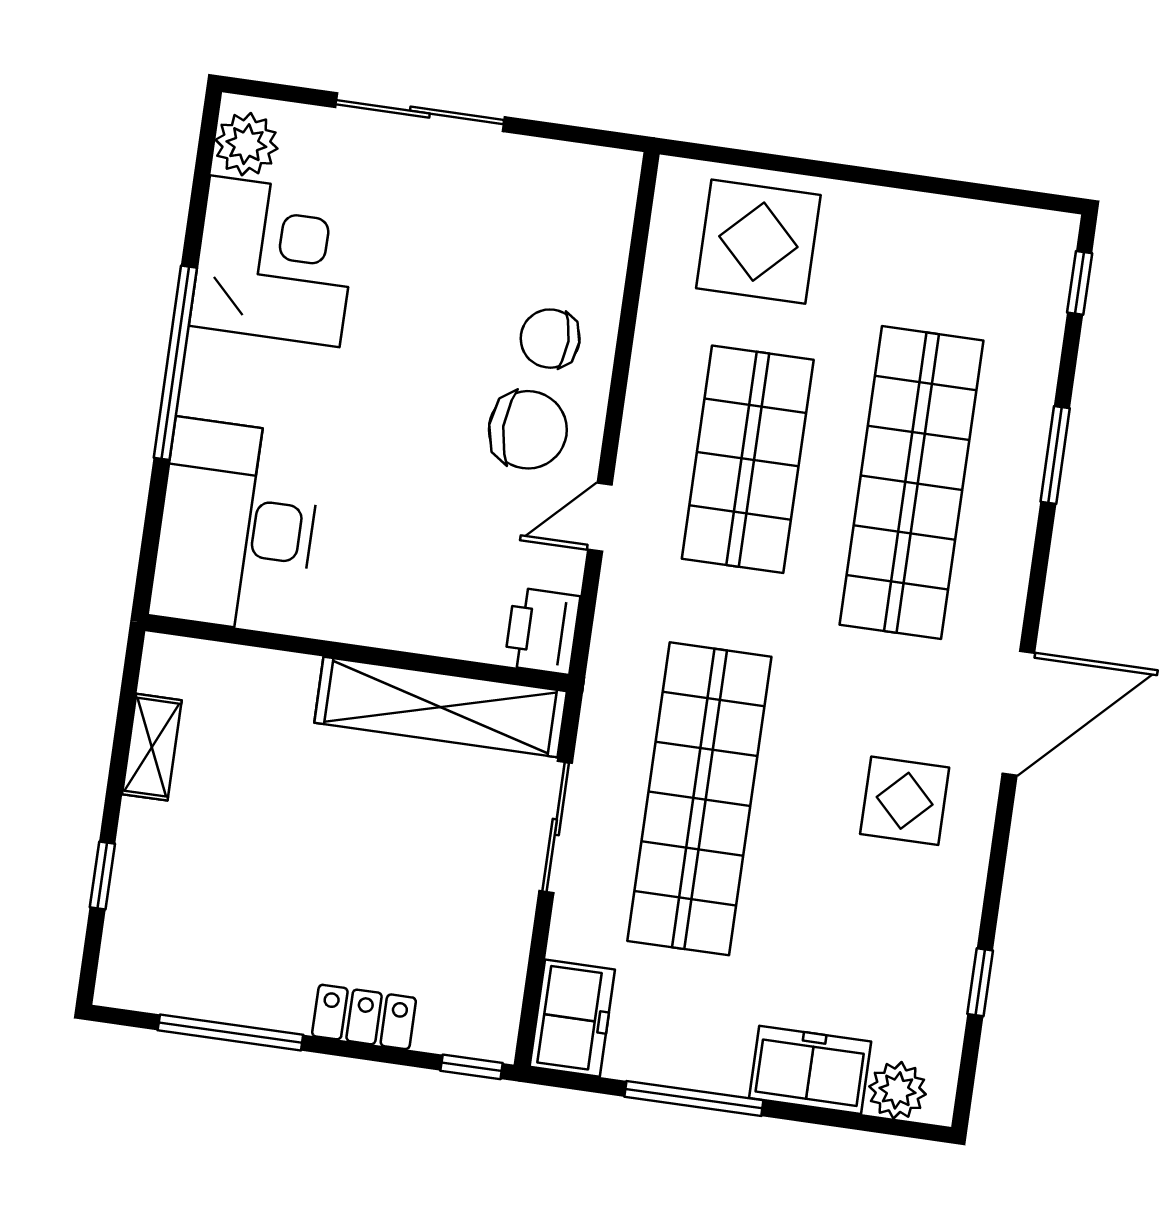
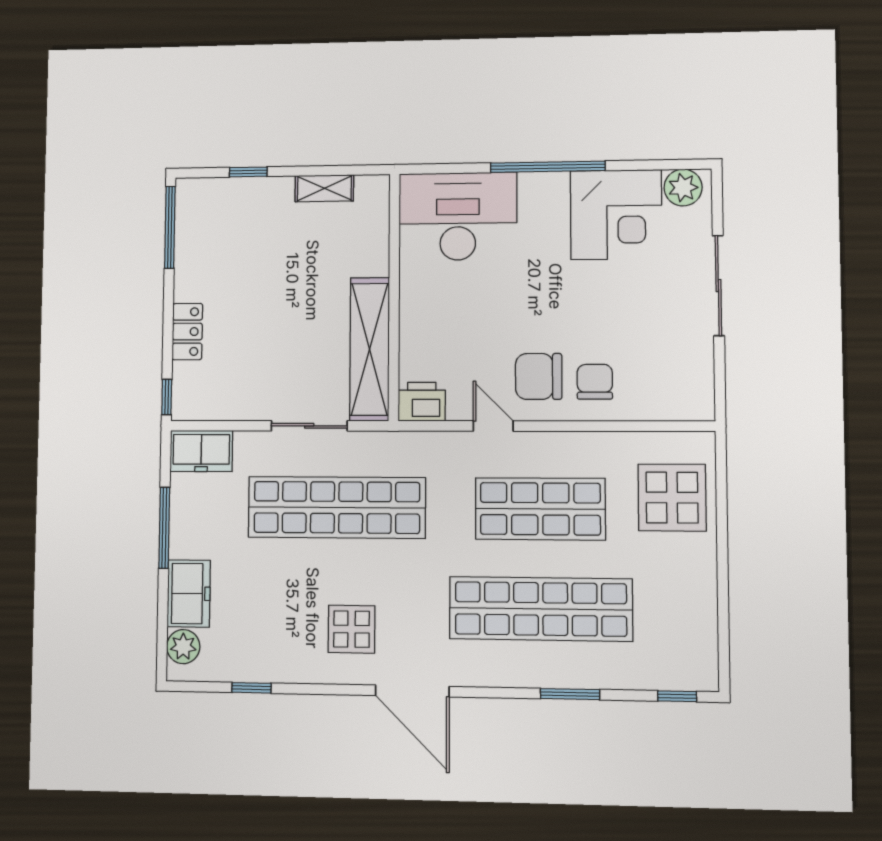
chair: (528, 430) -> (539, 376), turned 90
window: (230, 1033) -> (170, 227), moved

